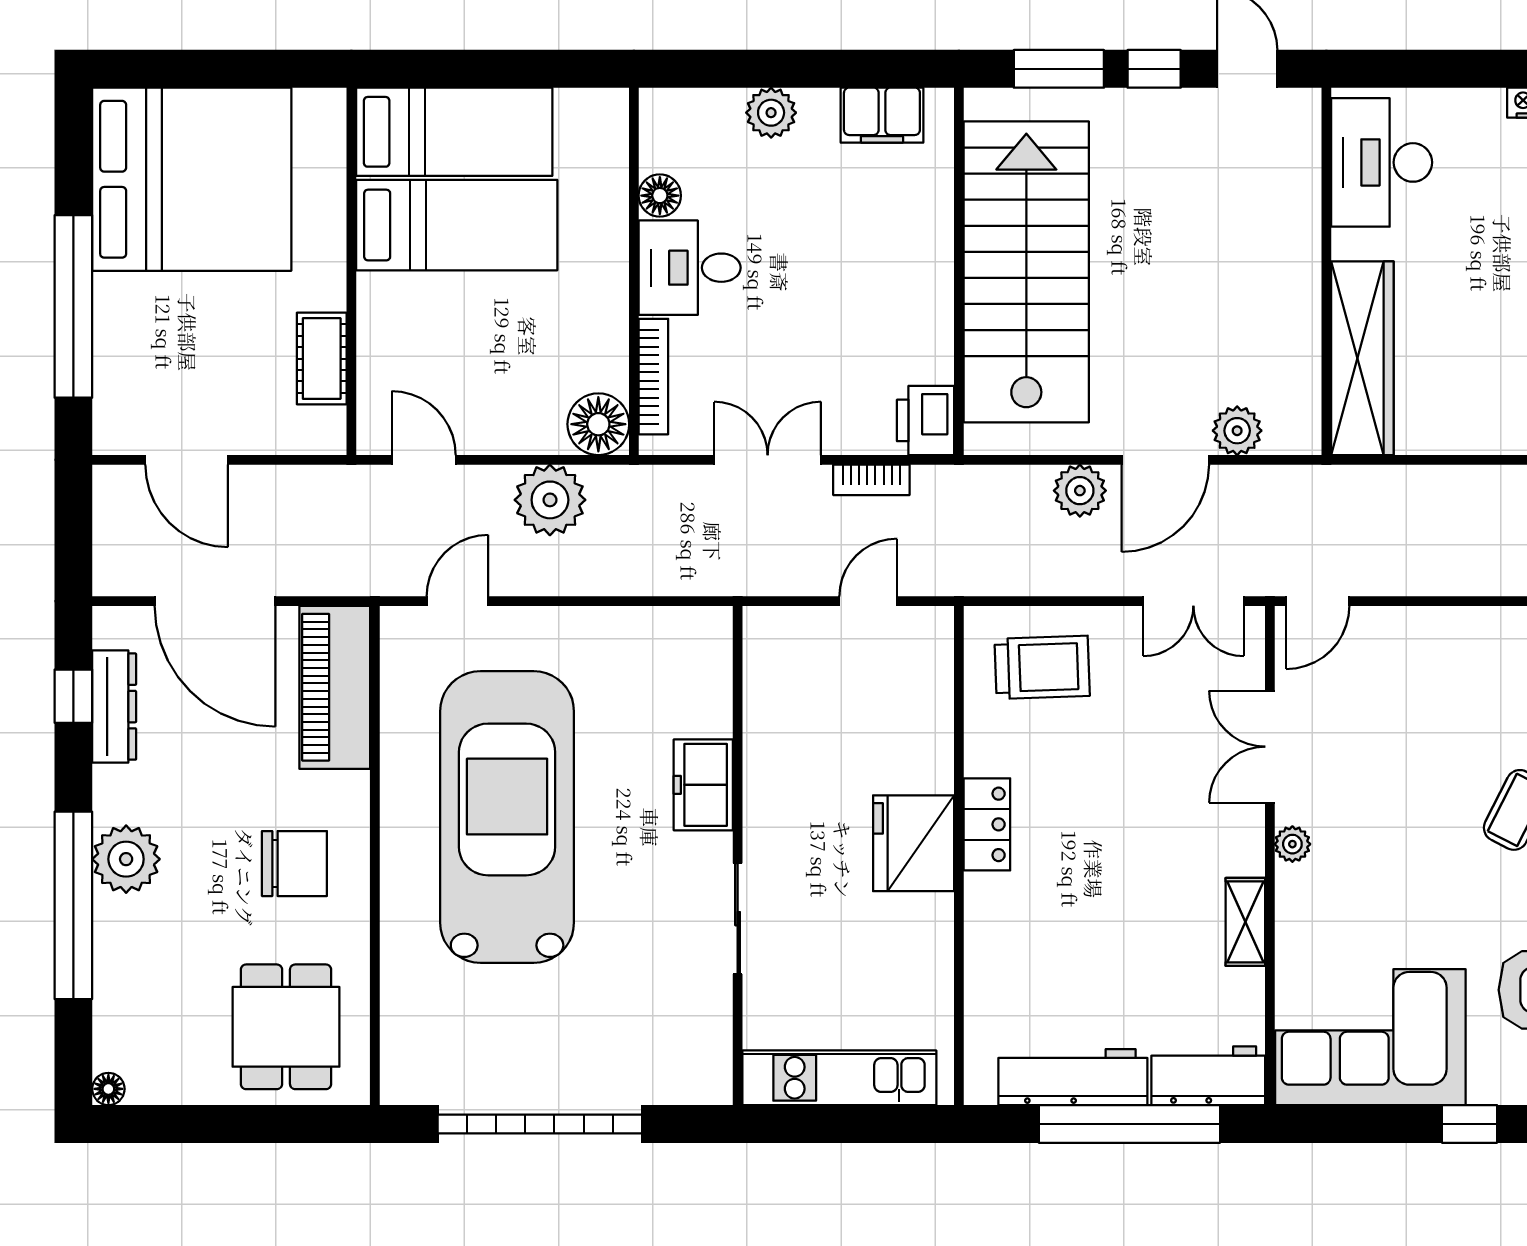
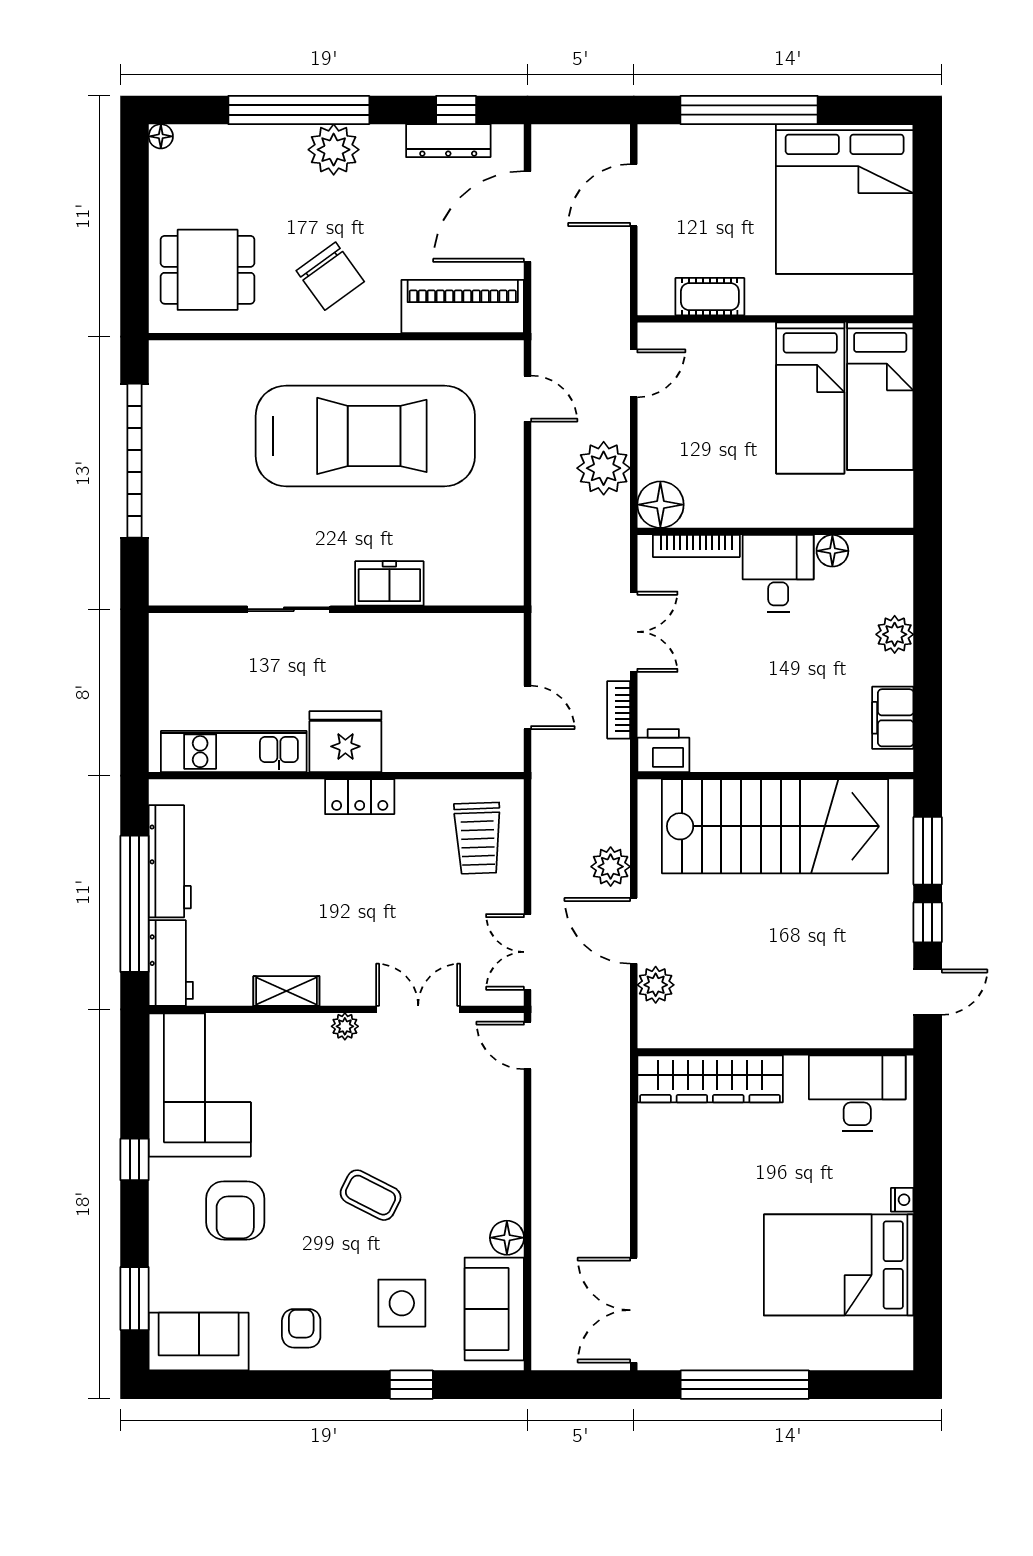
chair: (294, 864) -> (330, 276), turned -36
kitchen unit: (839, 1078) -> (234, 752), moved, turned -90

